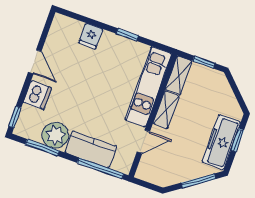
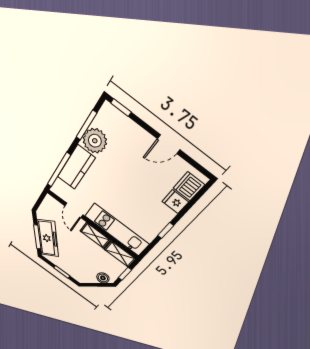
boiler: (222, 87) -> (103, 278), added
dishwasher: (37, 95) -> (189, 186), moved, turned 90
freezer: (221, 142) -> (48, 238), moved, turned 55

